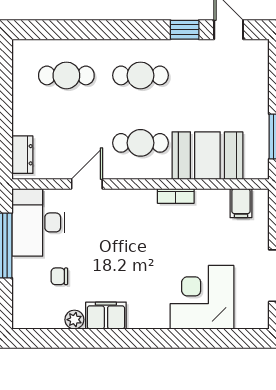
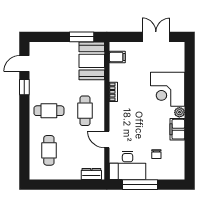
cafe table: (140, 75) -> (49, 111), turned 90
booth: (207, 156) -> (92, 61), moved
corner desk: (202, 297) -> (168, 89), moved
plant: (74, 320) -> (179, 112), moved

